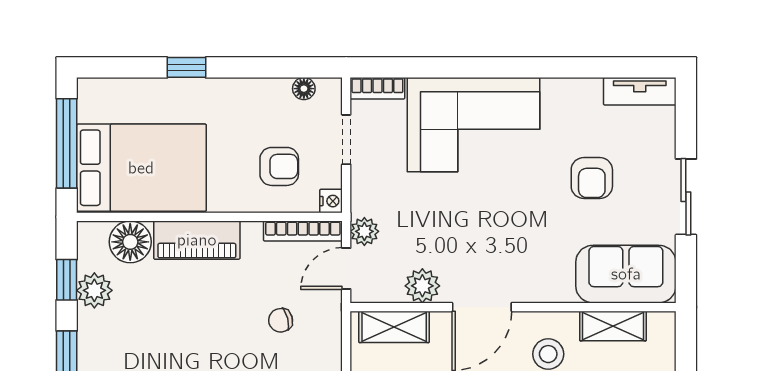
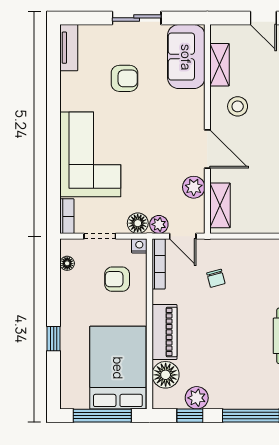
armchair: (279, 166) -> (117, 279), turned -90
floor lamp: (366, 199) -> (138, 223), added

